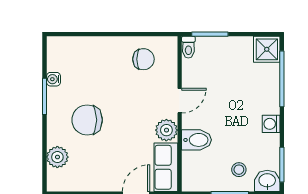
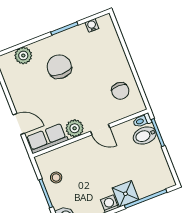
shower: (267, 49) -> (125, 194), moved
water cooler: (53, 79) -> (92, 25), moved
bidet: (197, 140) -> (145, 135), moved, turned 90
stool: (239, 170) -> (56, 178), moved

